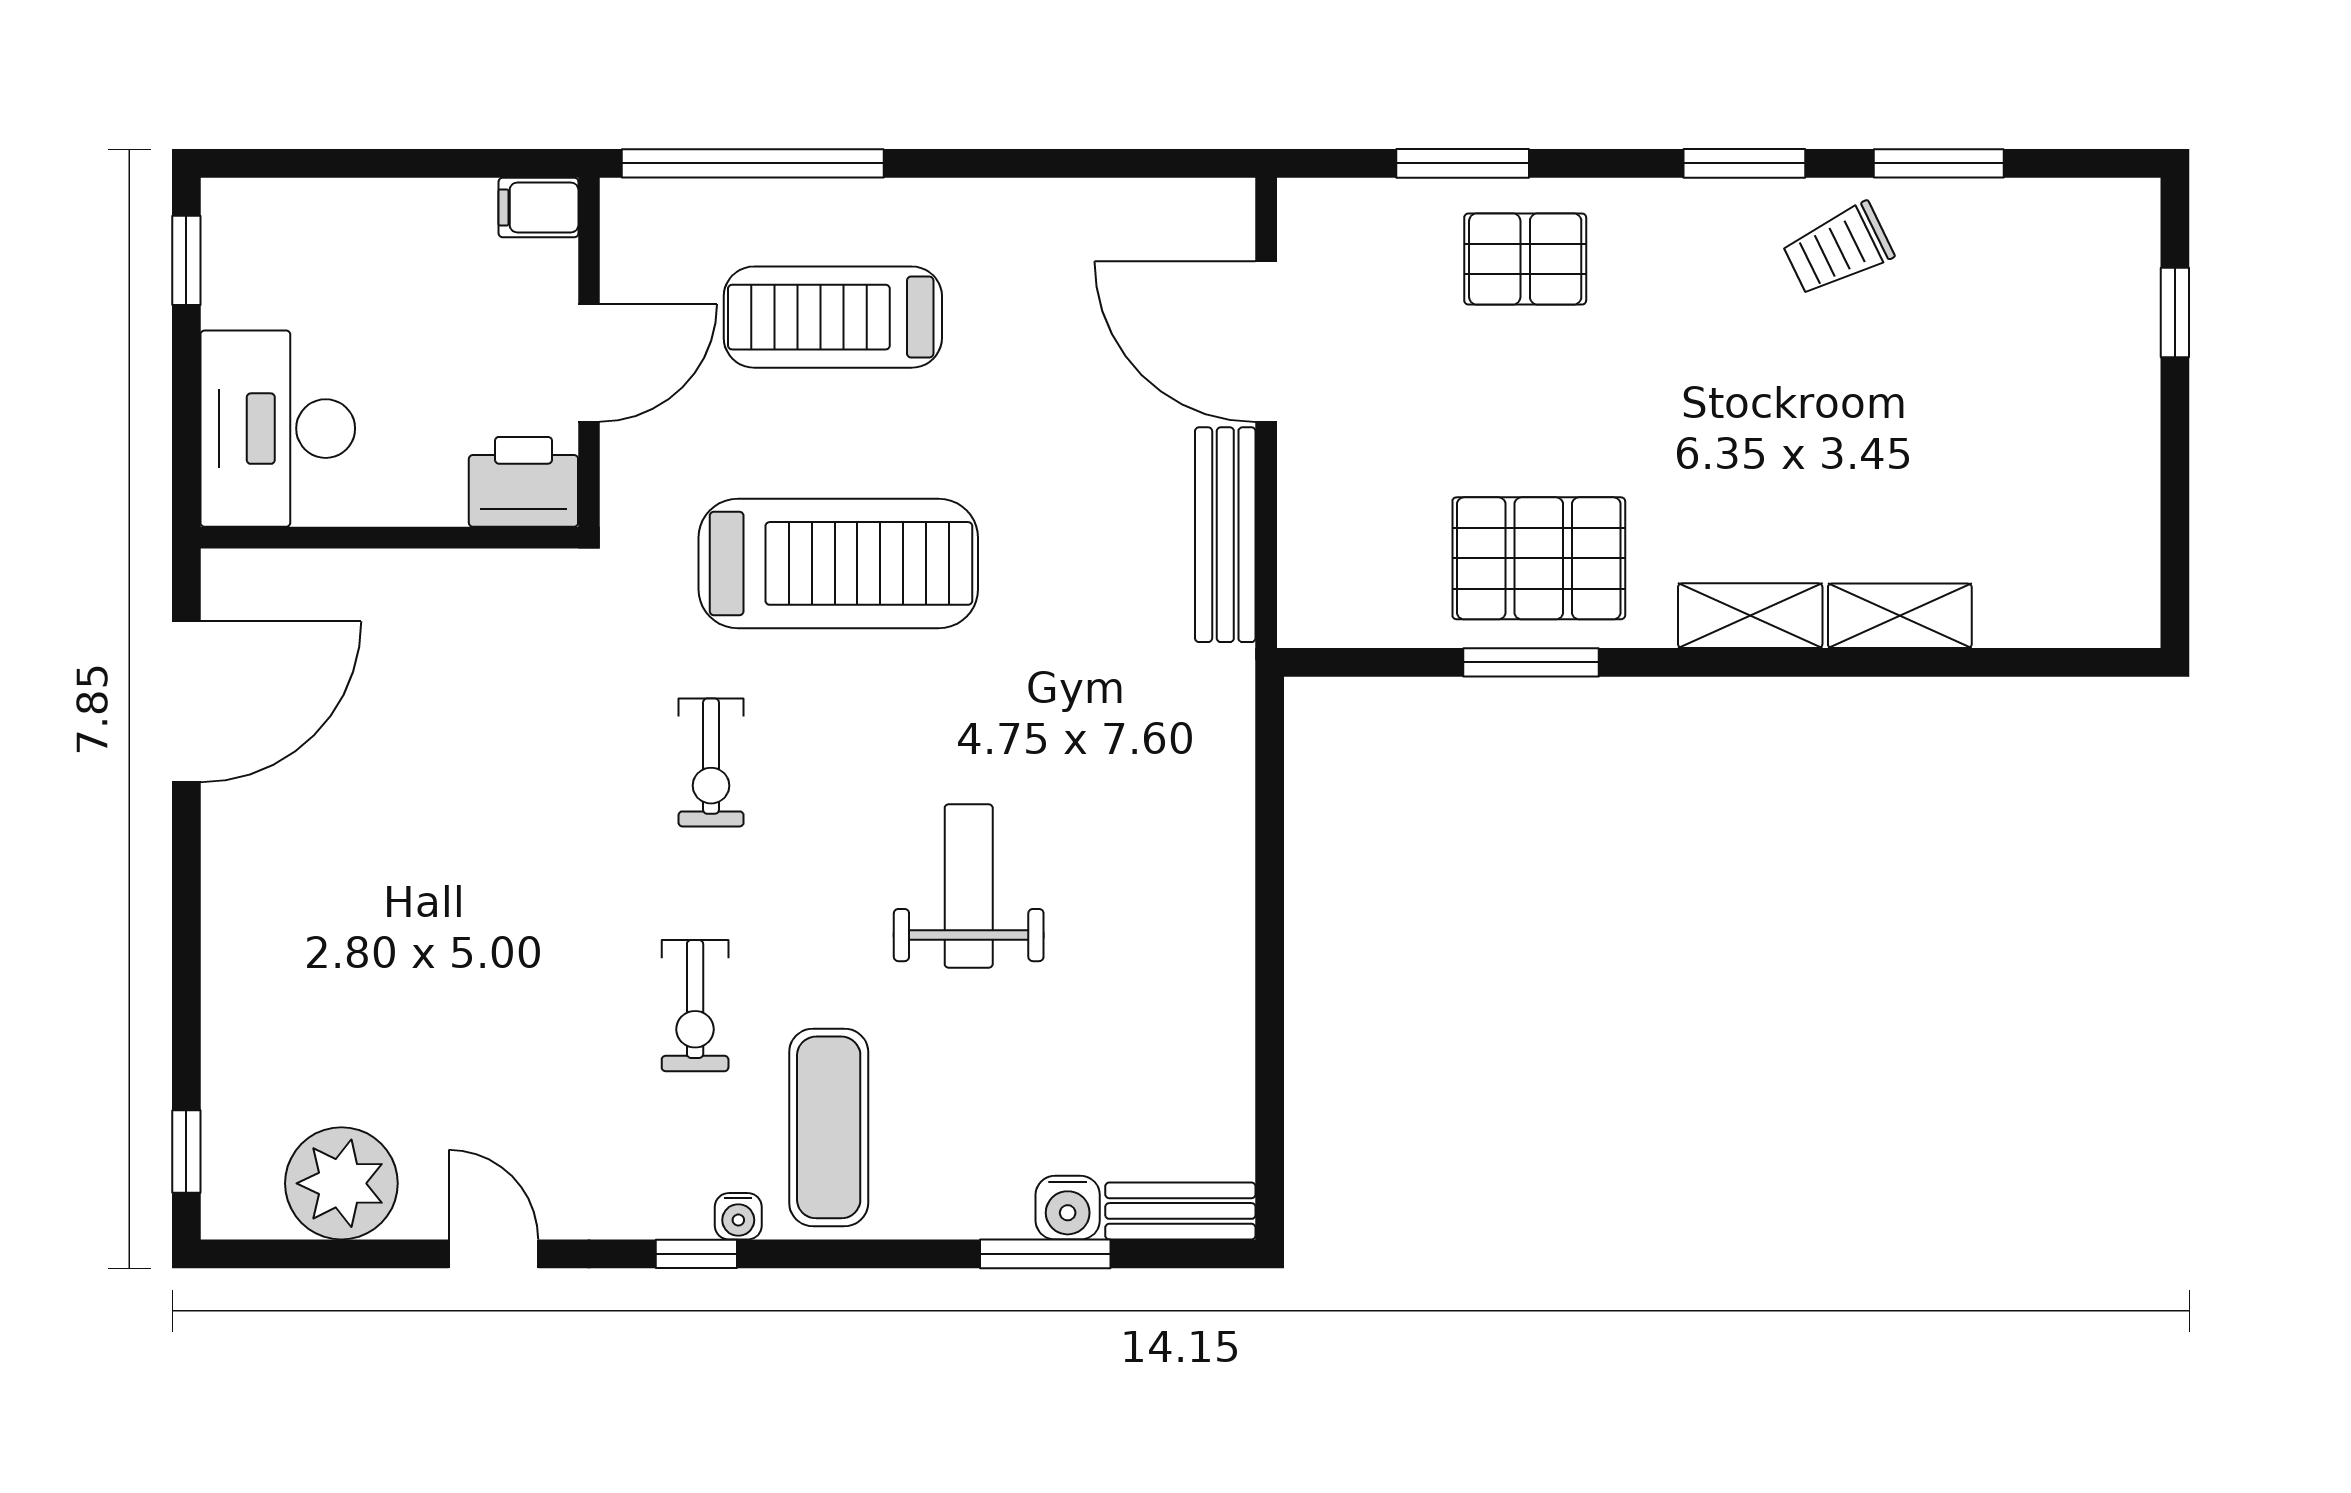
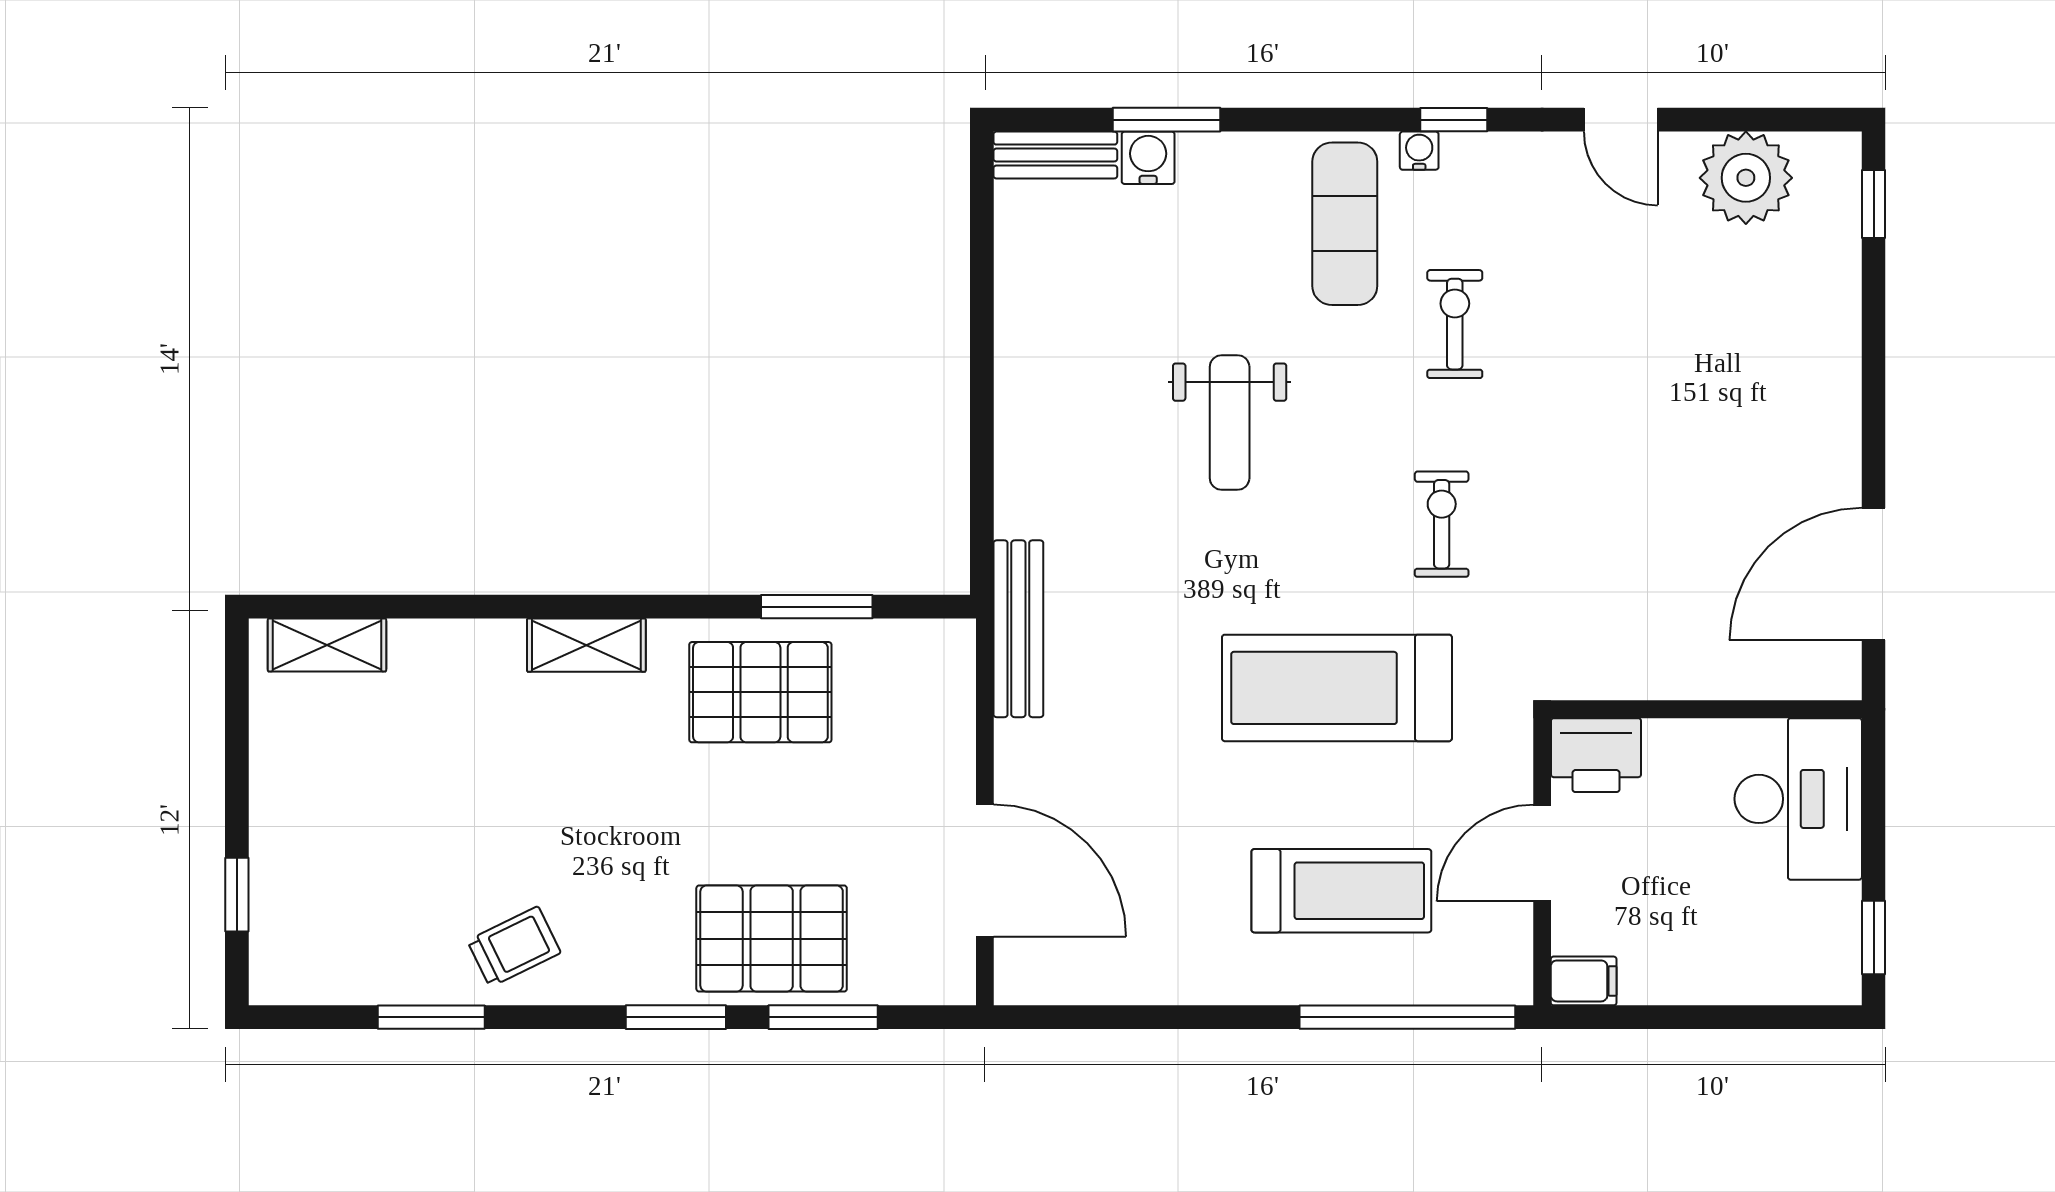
window: (1744, 163) -> (676, 1017), moved
pallet: (1525, 259) -> (772, 939), width x1.50, depth x1.42
bench: (1225, 535) -> (1018, 629), moved
shelving: (1900, 616) -> (327, 645), moved
window: (1531, 662) -> (817, 607), moved

